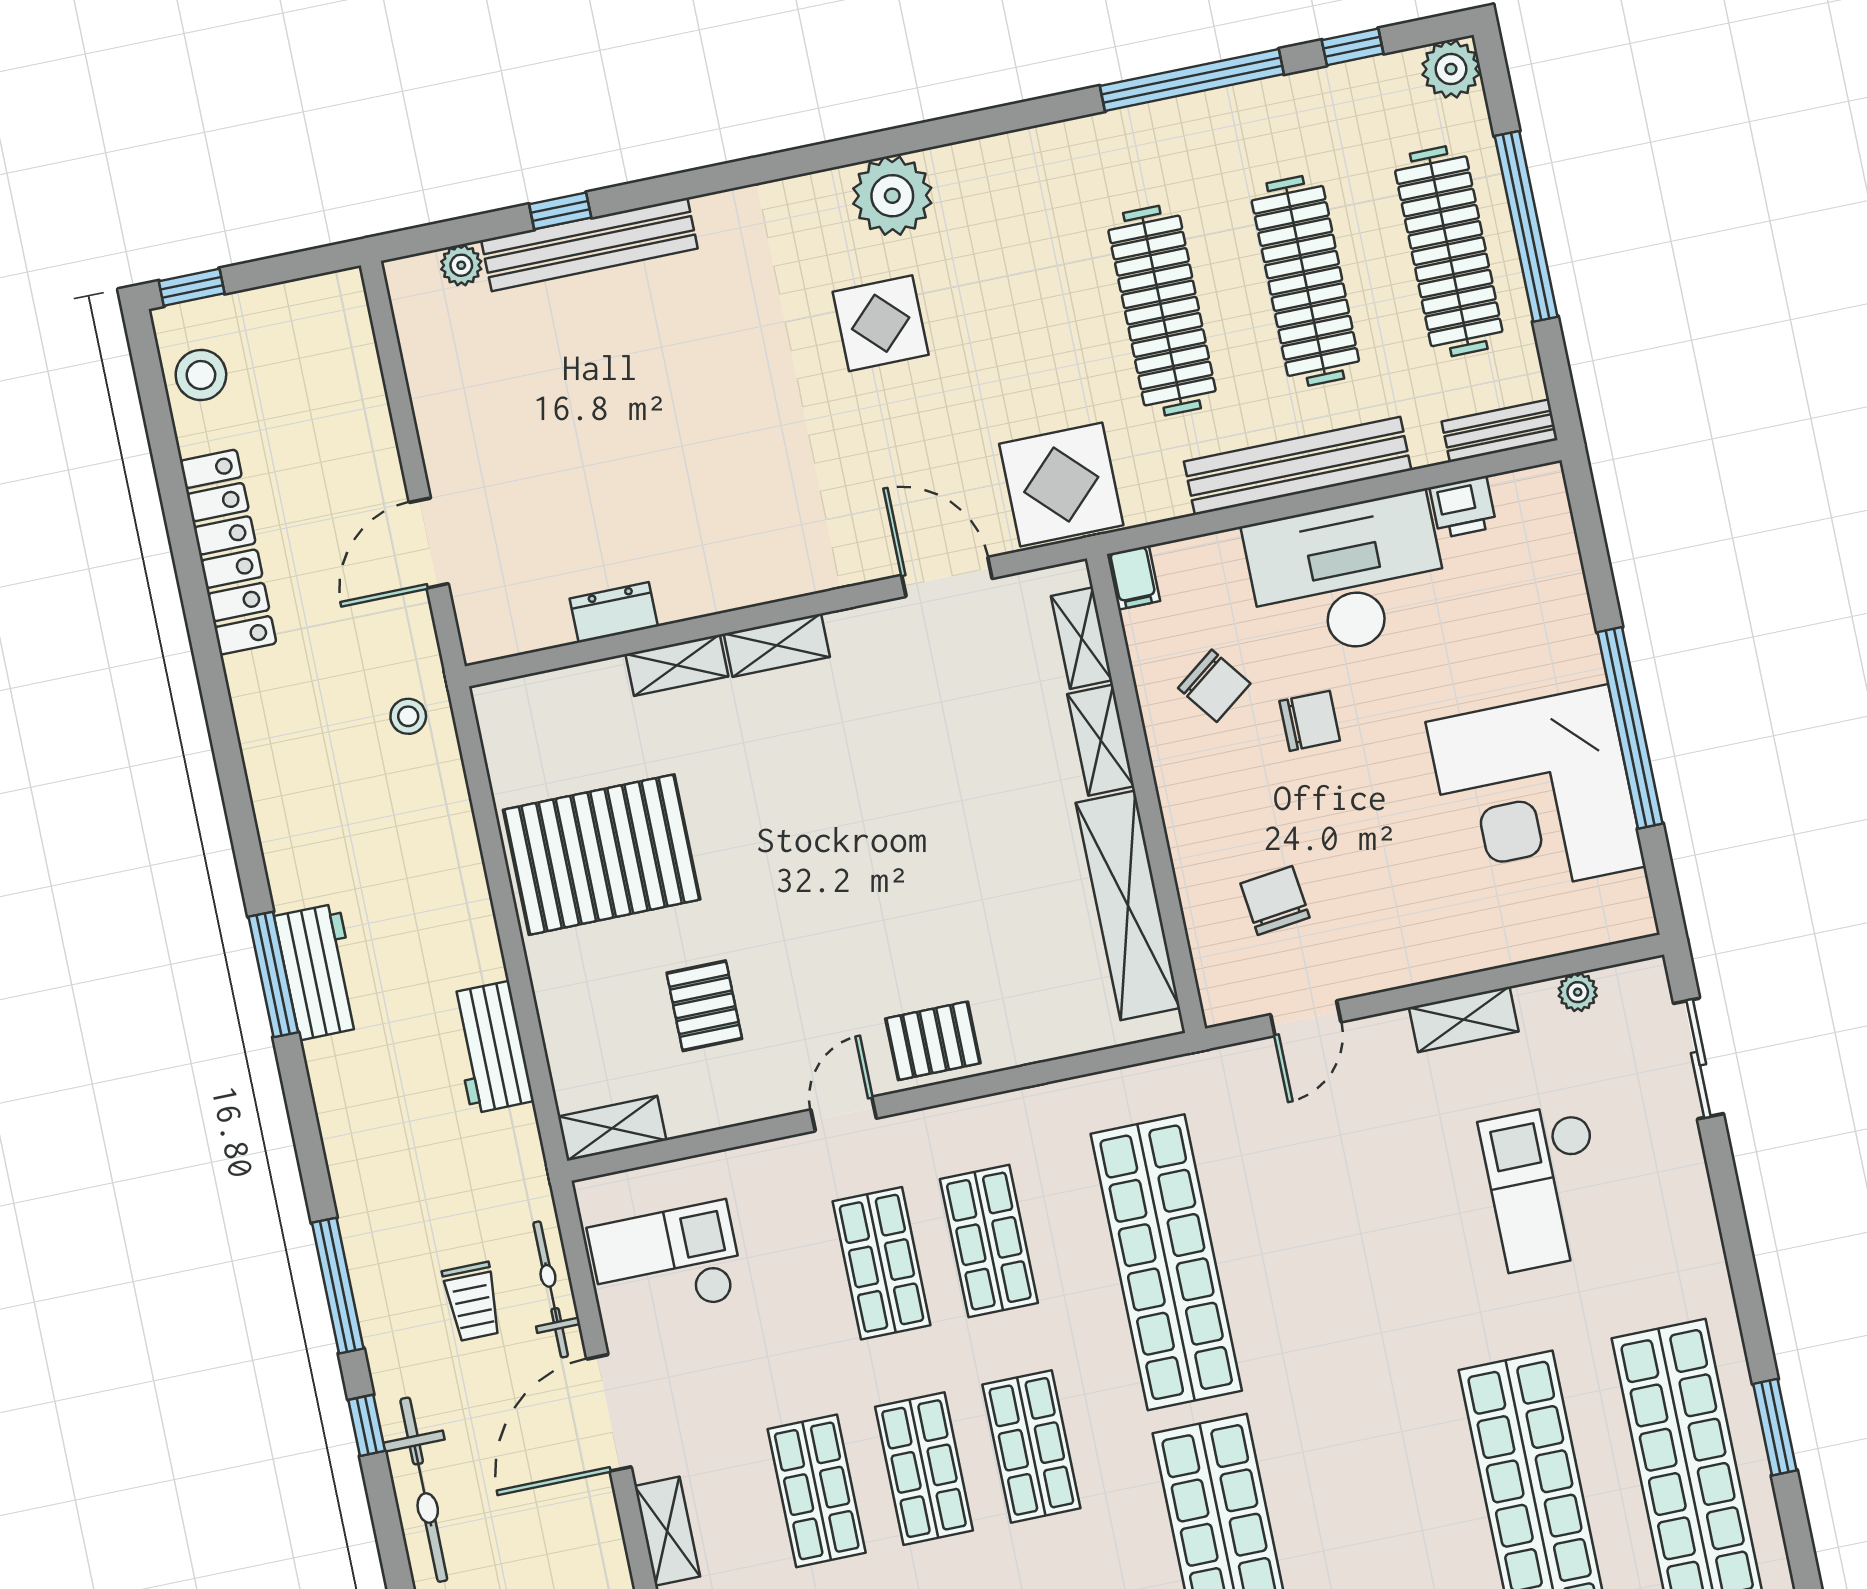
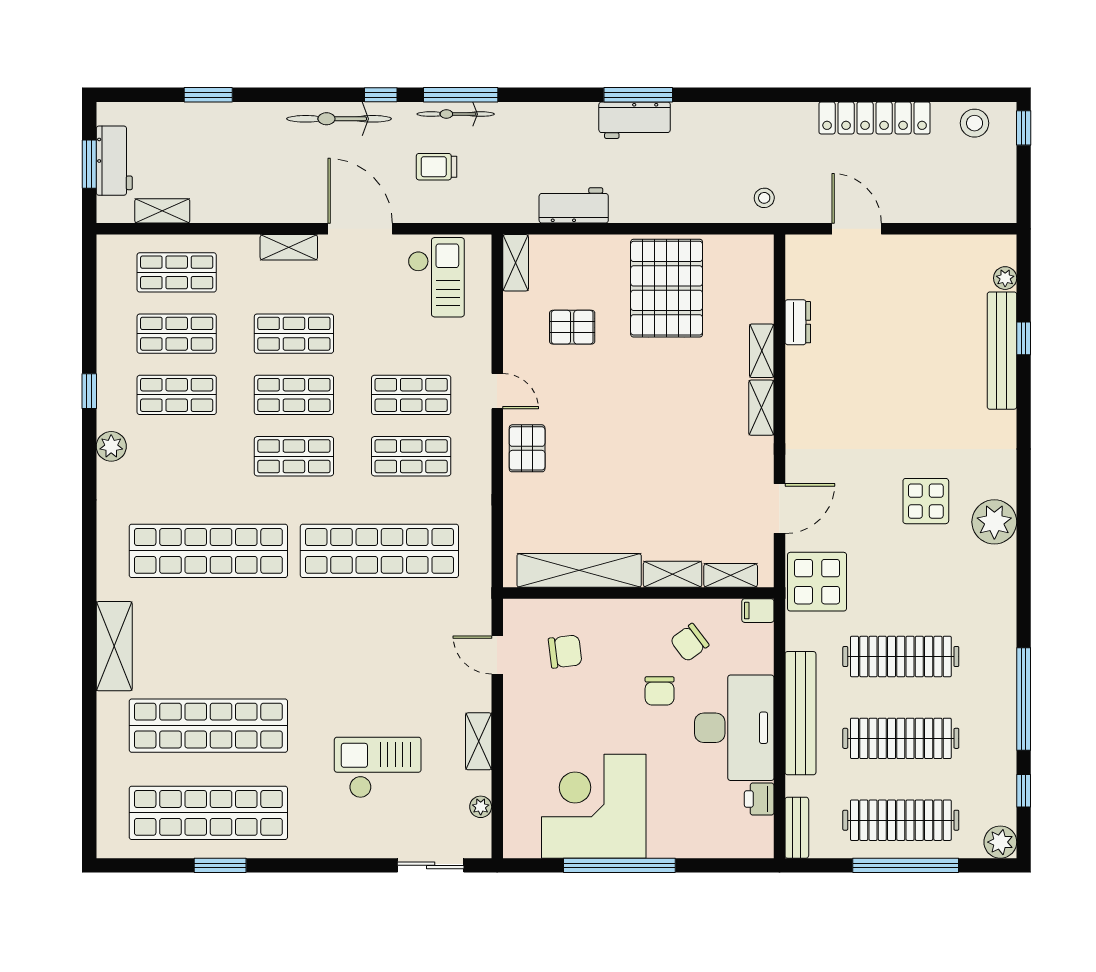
bicycle: (551, 1289) -> (456, 114), moved, turned 180

